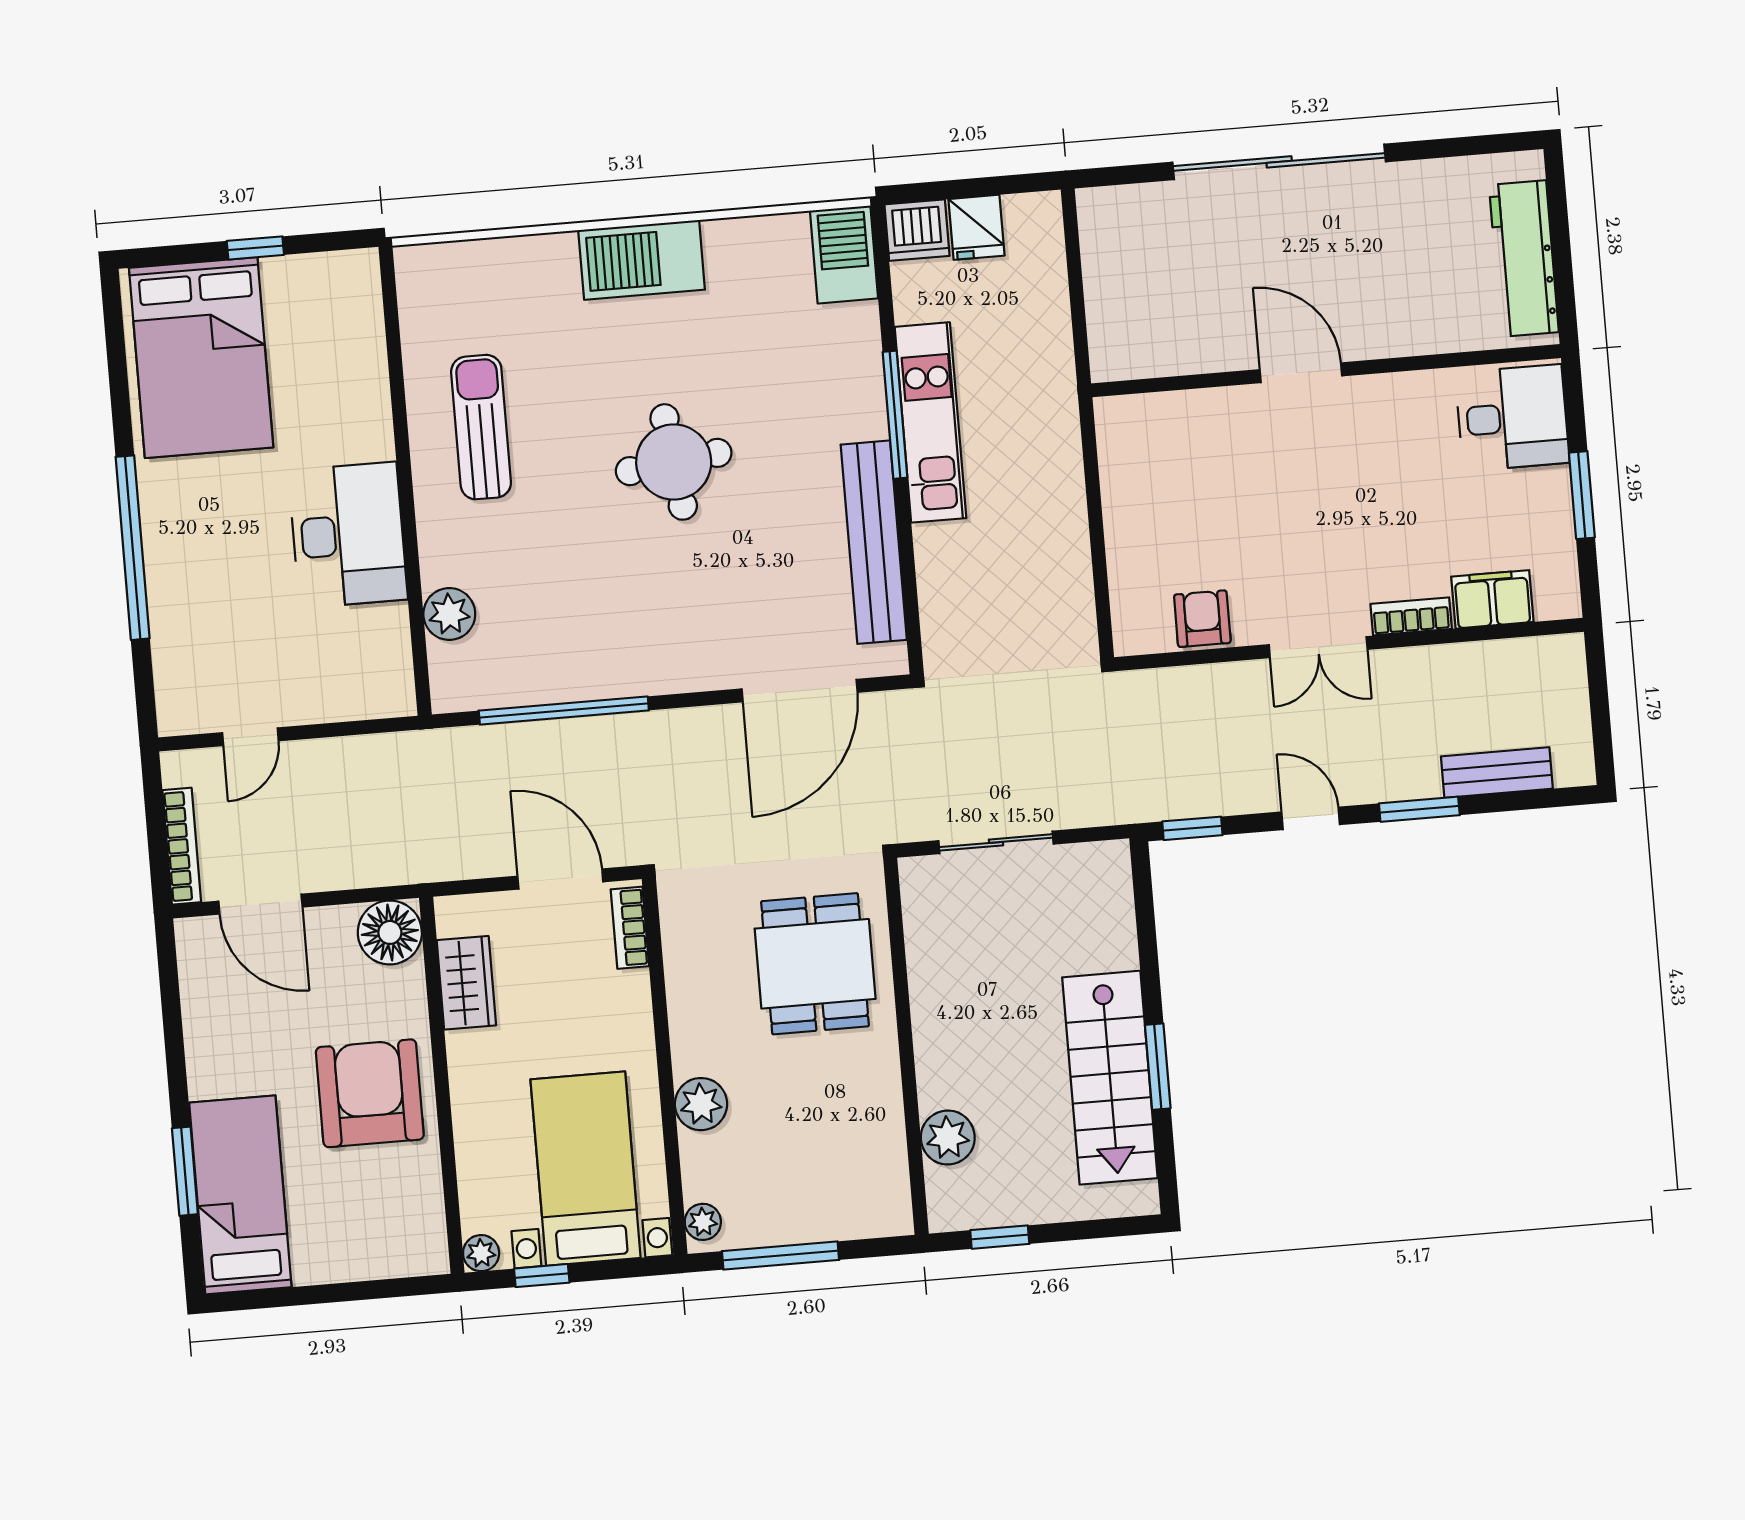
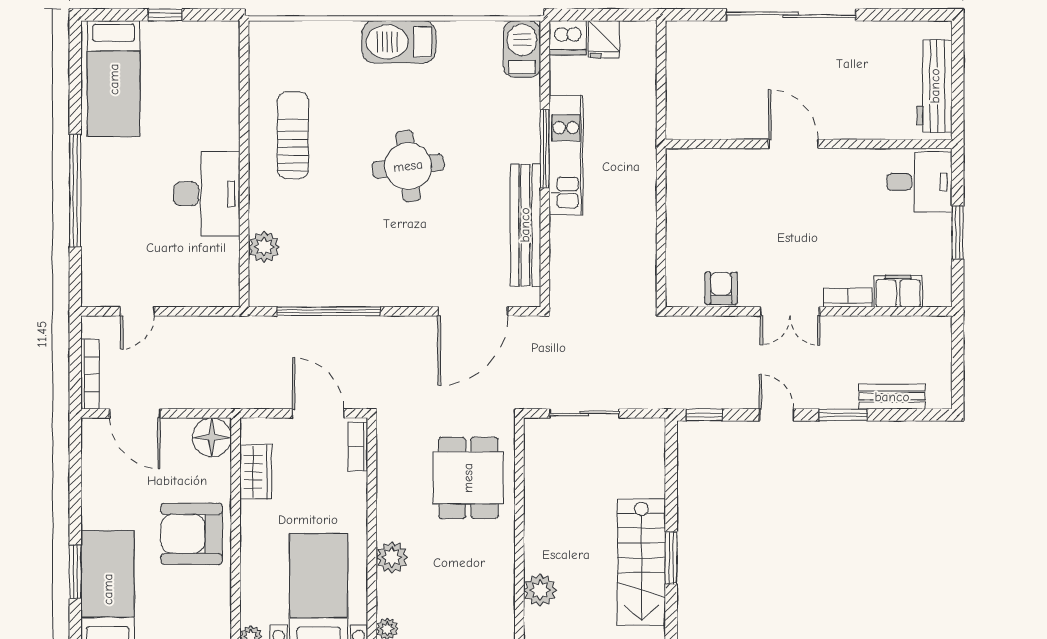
bed: (201, 358) -> (114, 79), width x0.67
armchair: (370, 1093) -> (192, 534), turned -90

